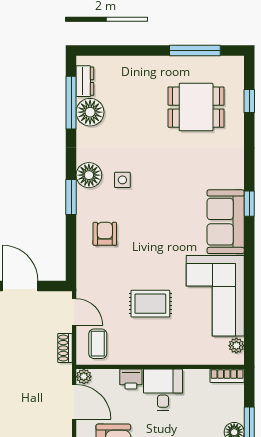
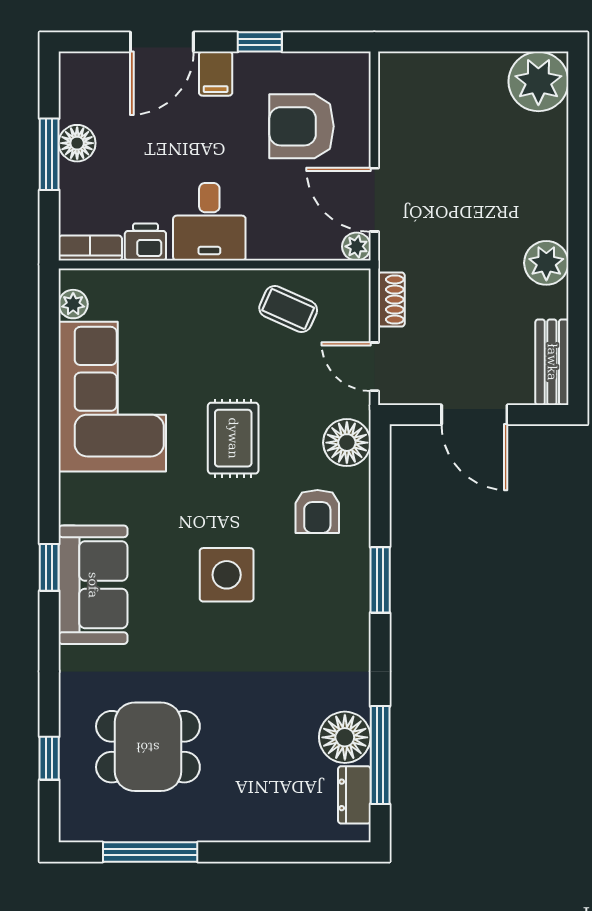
floor lamp: (89, 175) -> (347, 443), moved
side table: (122, 180) -> (227, 575), moved, width x1.87, depth x1.87
sofa: (226, 222) -> (93, 585), moved
rug: (150, 304) -> (233, 438), moved, turned 90
coffee table: (98, 344) -> (288, 309), moved, turned -66
printer: (131, 379) -> (145, 242), moved

